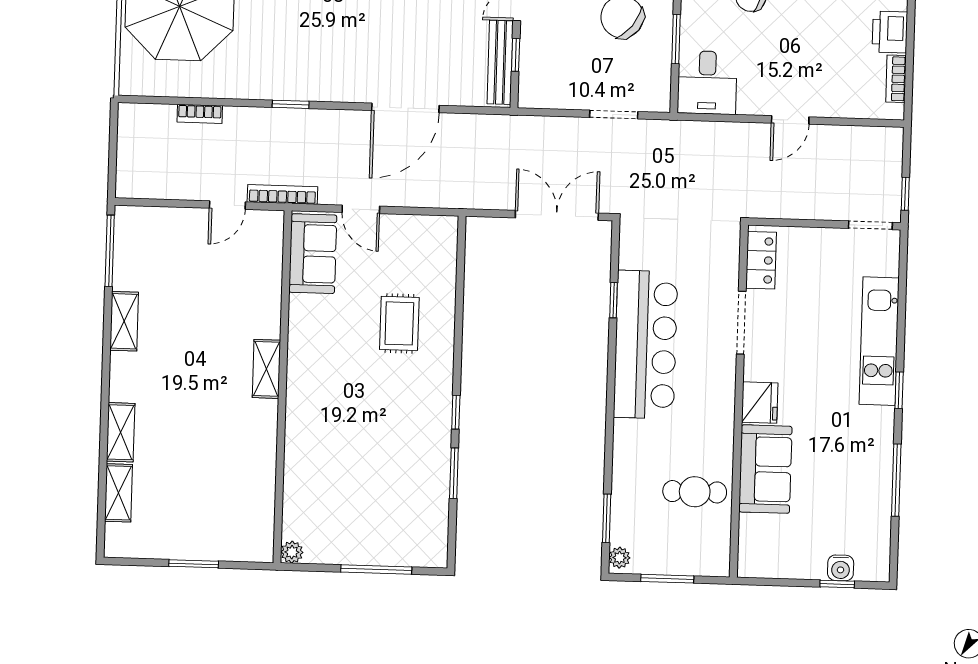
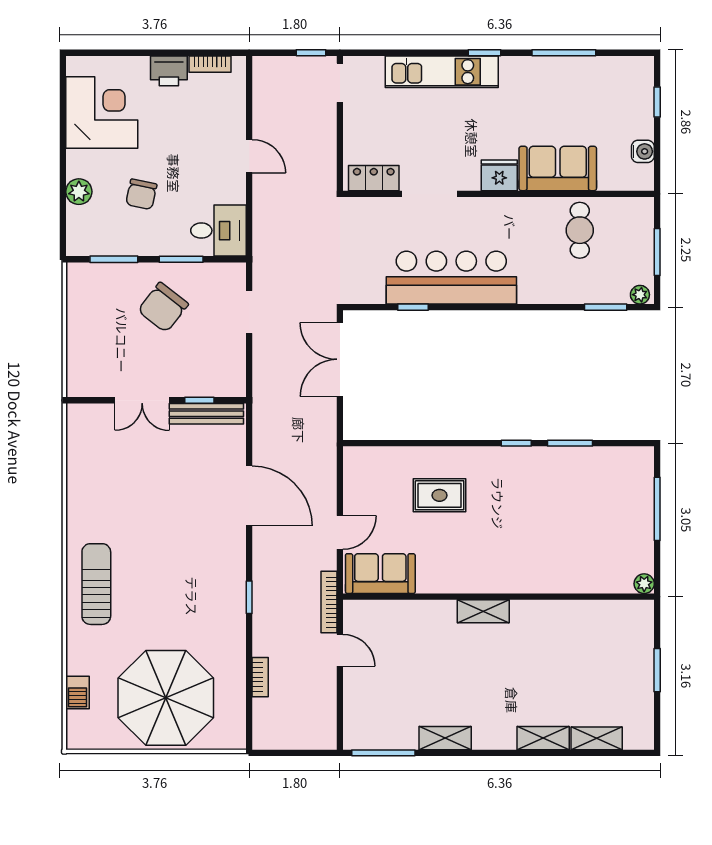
water cooler: (841, 568) -> (643, 151), moved

